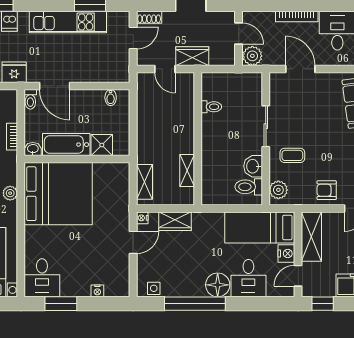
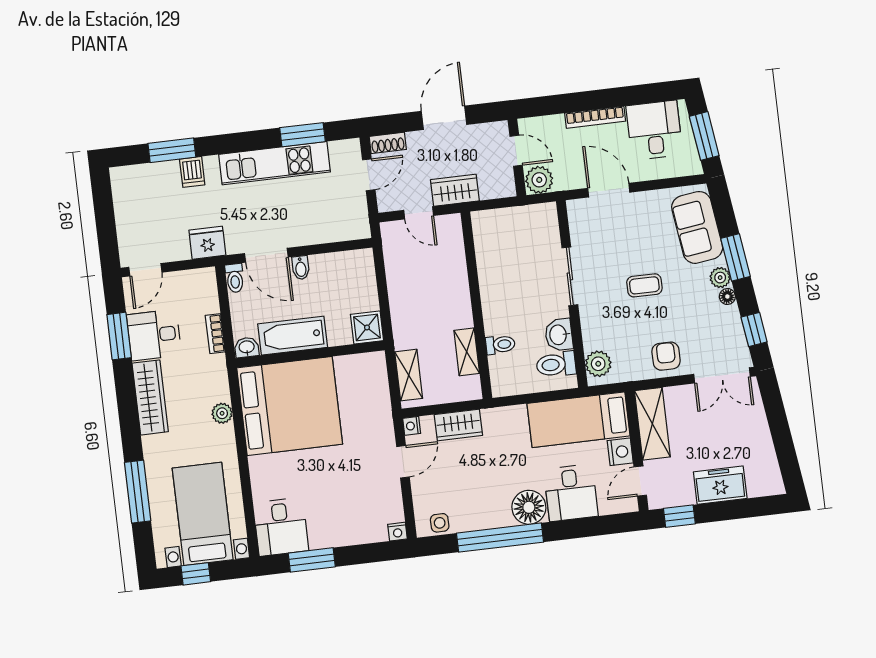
bidet: (111, 98) -> (301, 268), moved
toilet: (211, 107) -> (500, 345), moved
shower: (102, 145) -> (367, 327), moved
coffee table: (292, 155) -> (644, 285), moved
armchair: (327, 190) -> (666, 356), turned 90
nightstand: (97, 291) -> (397, 532), moved

